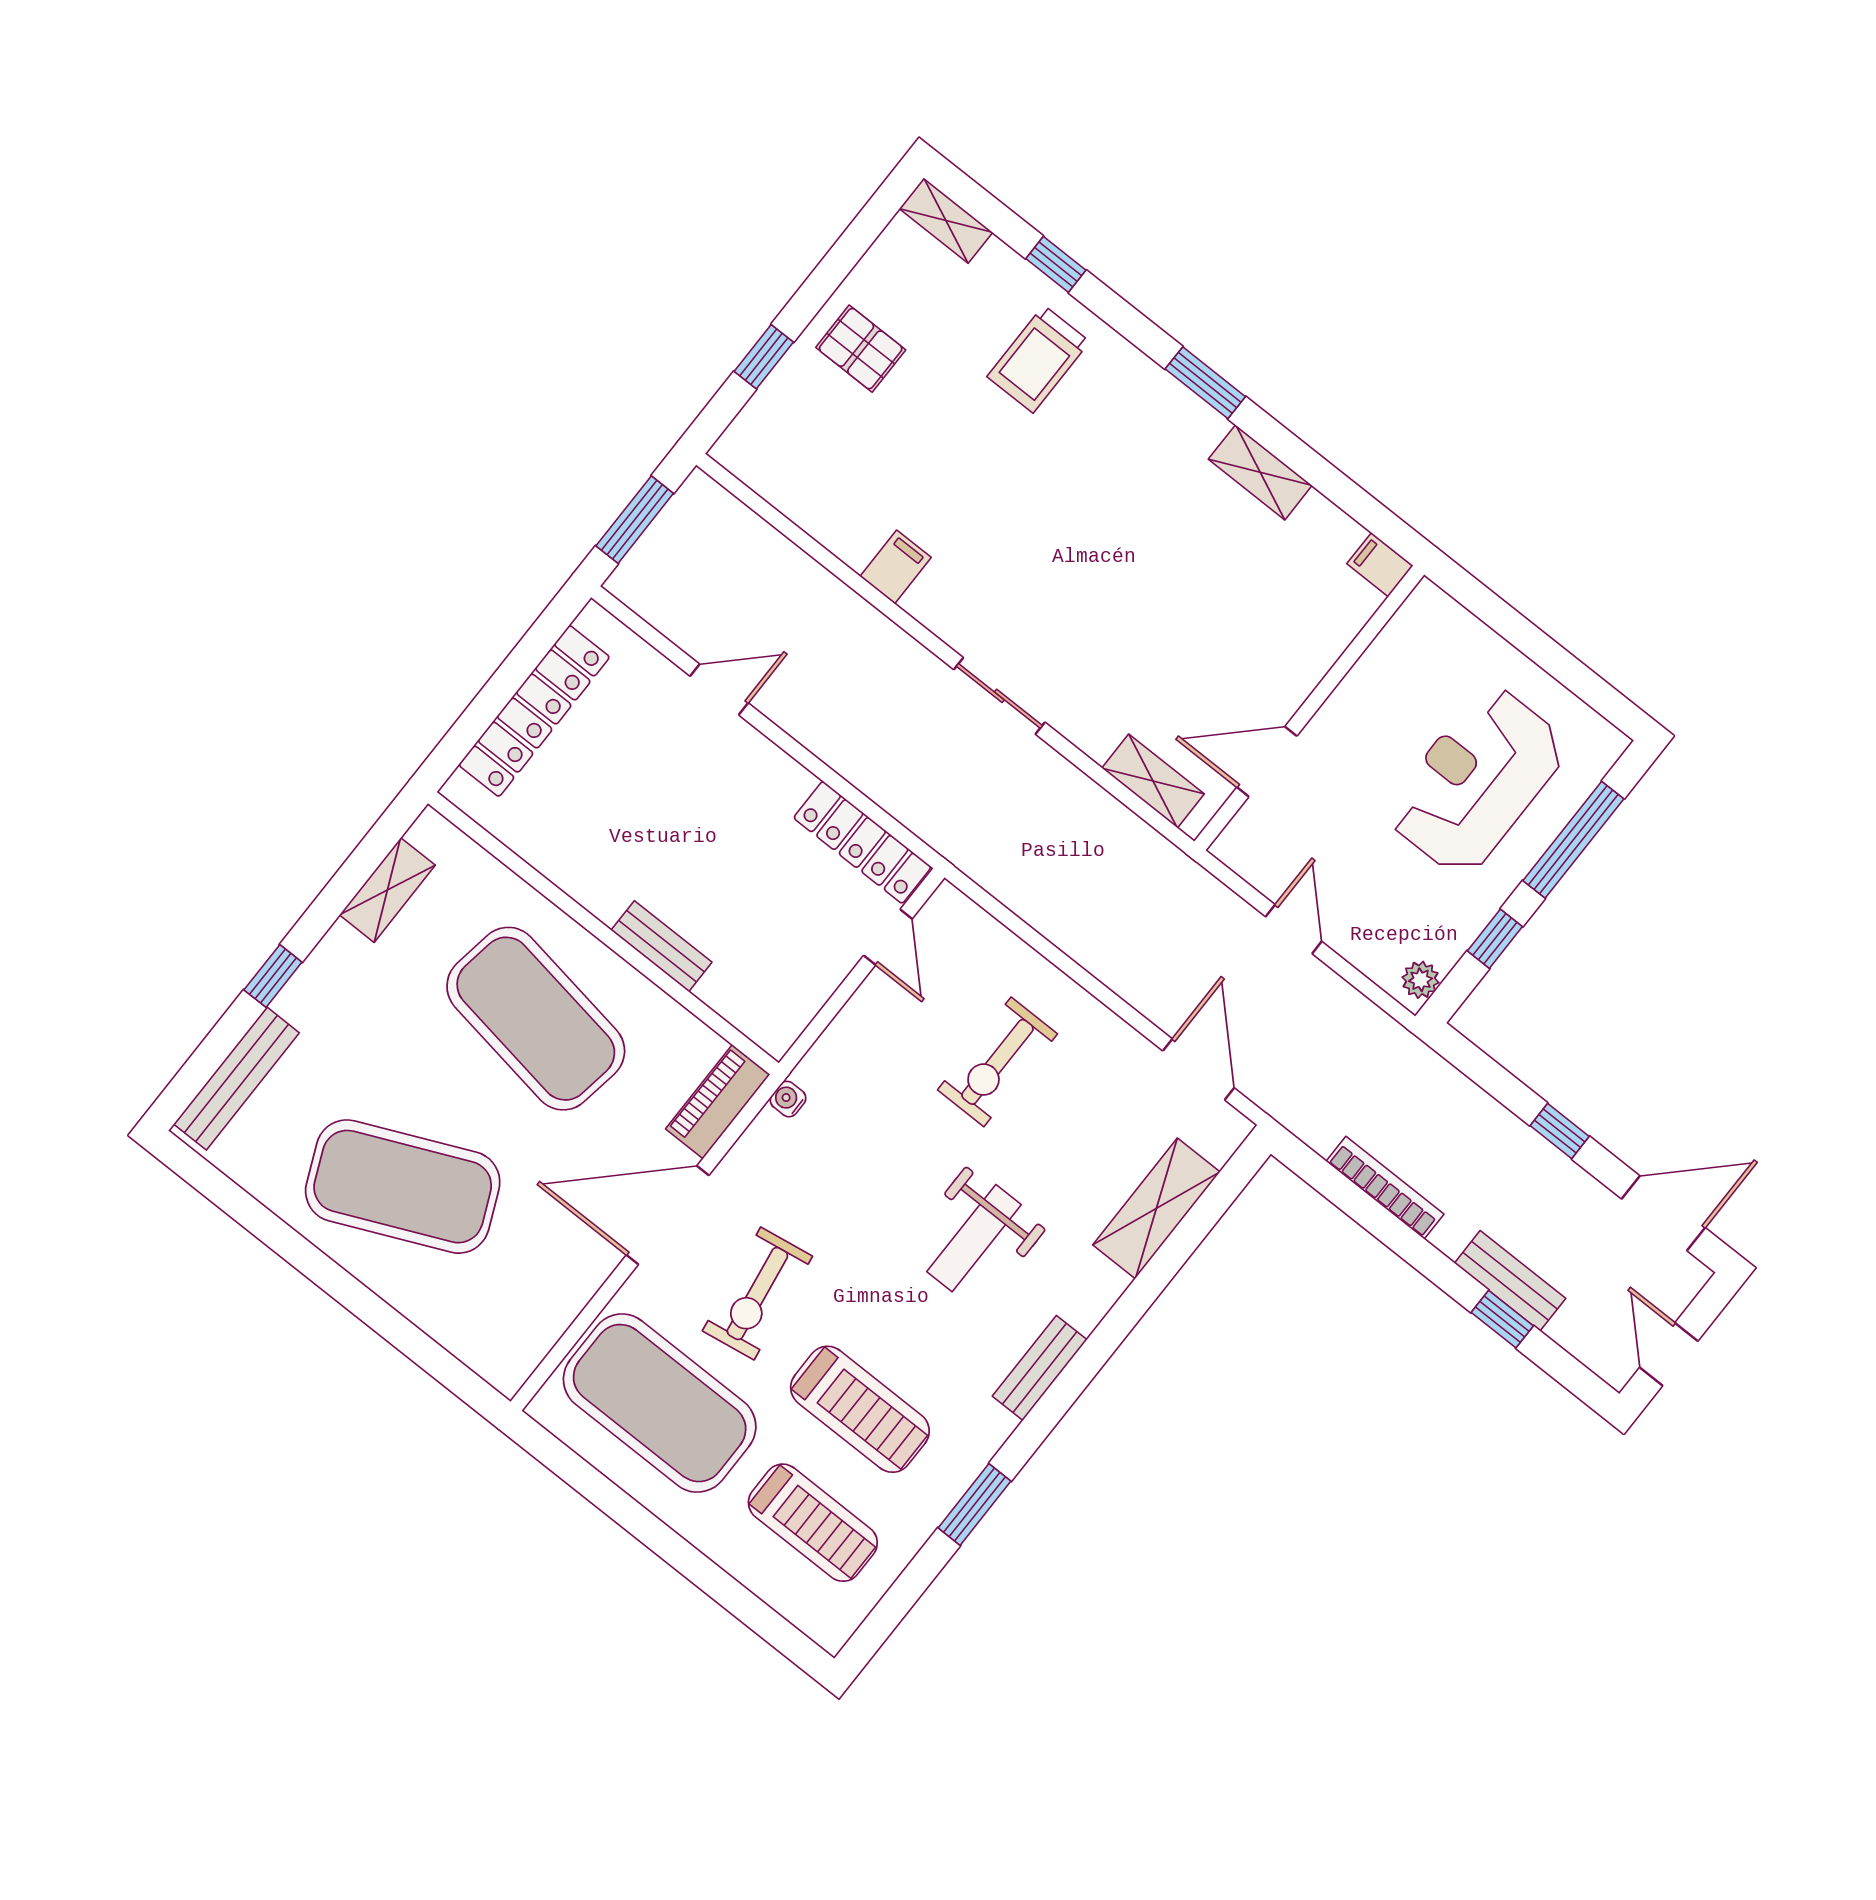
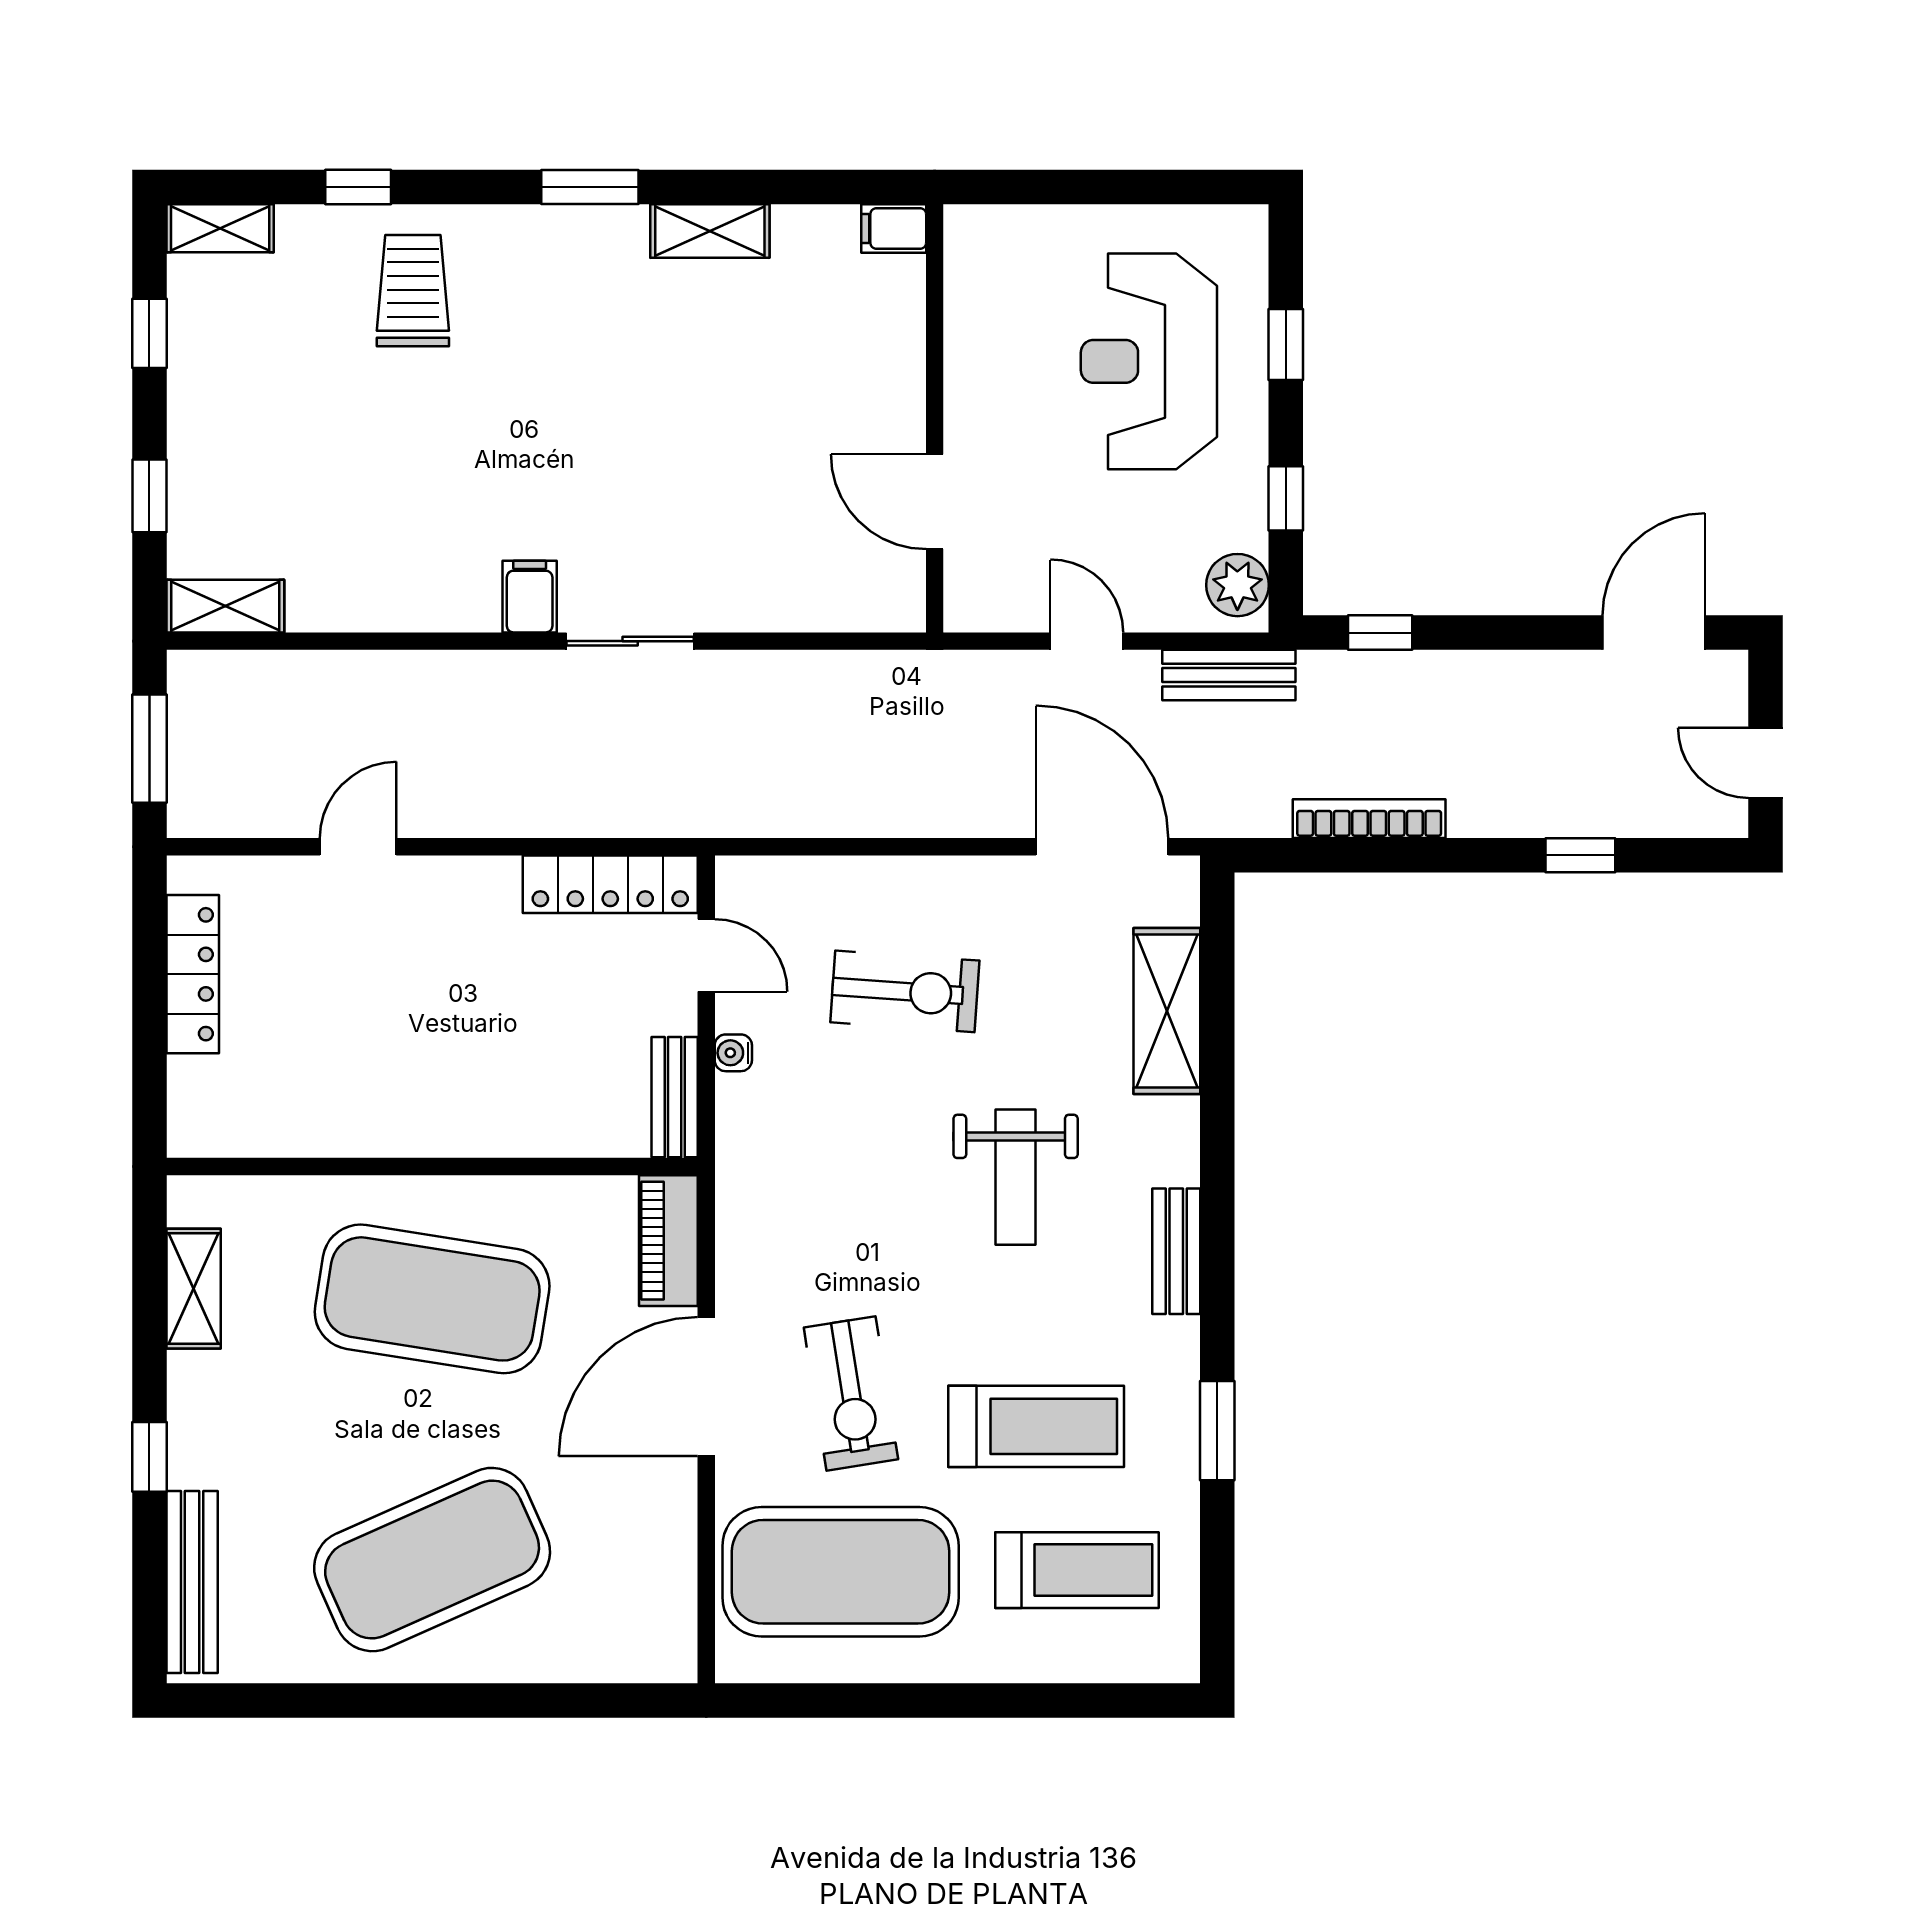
window: (847, 252) -> (149, 333), added
pallet: (861, 349) -> (236, 415), removed
trolley: (1038, 359) -> (413, 291), turned 180
filing cabinet: (896, 567) -> (530, 597), moved
locker: (534, 711) -> (193, 974), width x0.71, depth x0.83
door: (1267, 762) -> (935, 502), hinge flipped
shelving: (1153, 781) -> (225, 606), moved
window: (1573, 840) -> (1286, 345), width x0.46
bench: (661, 946) -> (675, 1097), moved, turned 90
plant: (1421, 980) -> (1237, 585), width x1.38, depth x1.38
exercise bike: (997, 1062) -> (905, 991), turned -86
door: (1198, 1069) -> (1102, 847), width x1.36
water cooler: (788, 1099) -> (733, 1053), moved
window: (1560, 1131) -> (1380, 633), moved
bench: (1510, 1281) -> (1229, 675), moved

